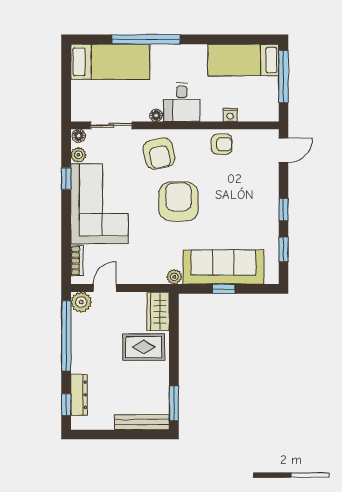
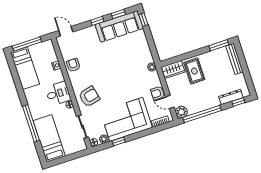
armchair: (178, 202) -> (158, 93), moved, width x0.53, depth x0.53
sofa: (223, 267) -> (119, 26), moved, turned -90
window: (224, 289) -> (143, 20), moved

